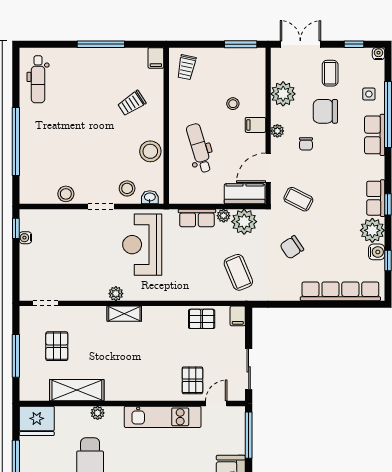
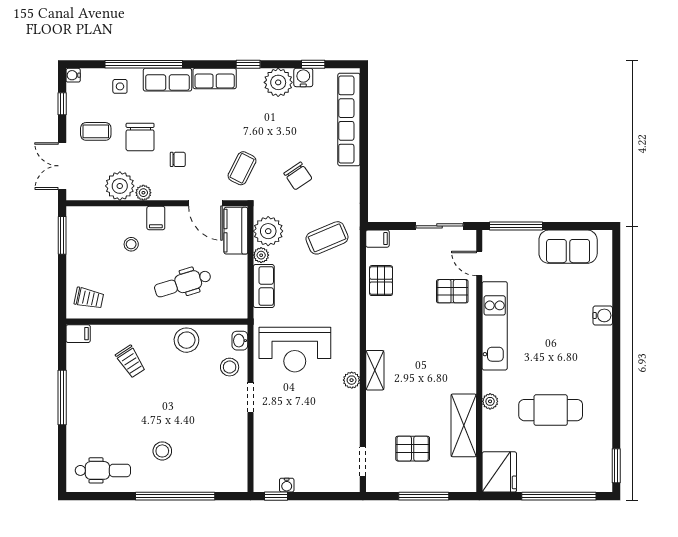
plant: (277, 131) -> (143, 193), moved
stool: (66, 194) -> (162, 451), moved
row of seats: (376, 198) -> (215, 79), moved

